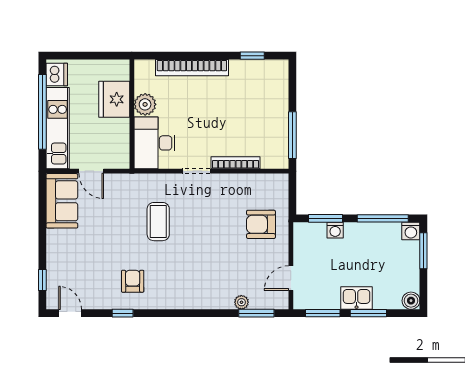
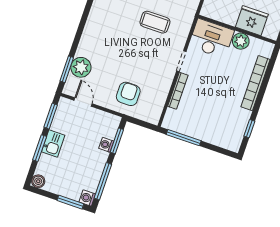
plant: (241, 302) -> (81, 67), width x1.88, depth x1.88

